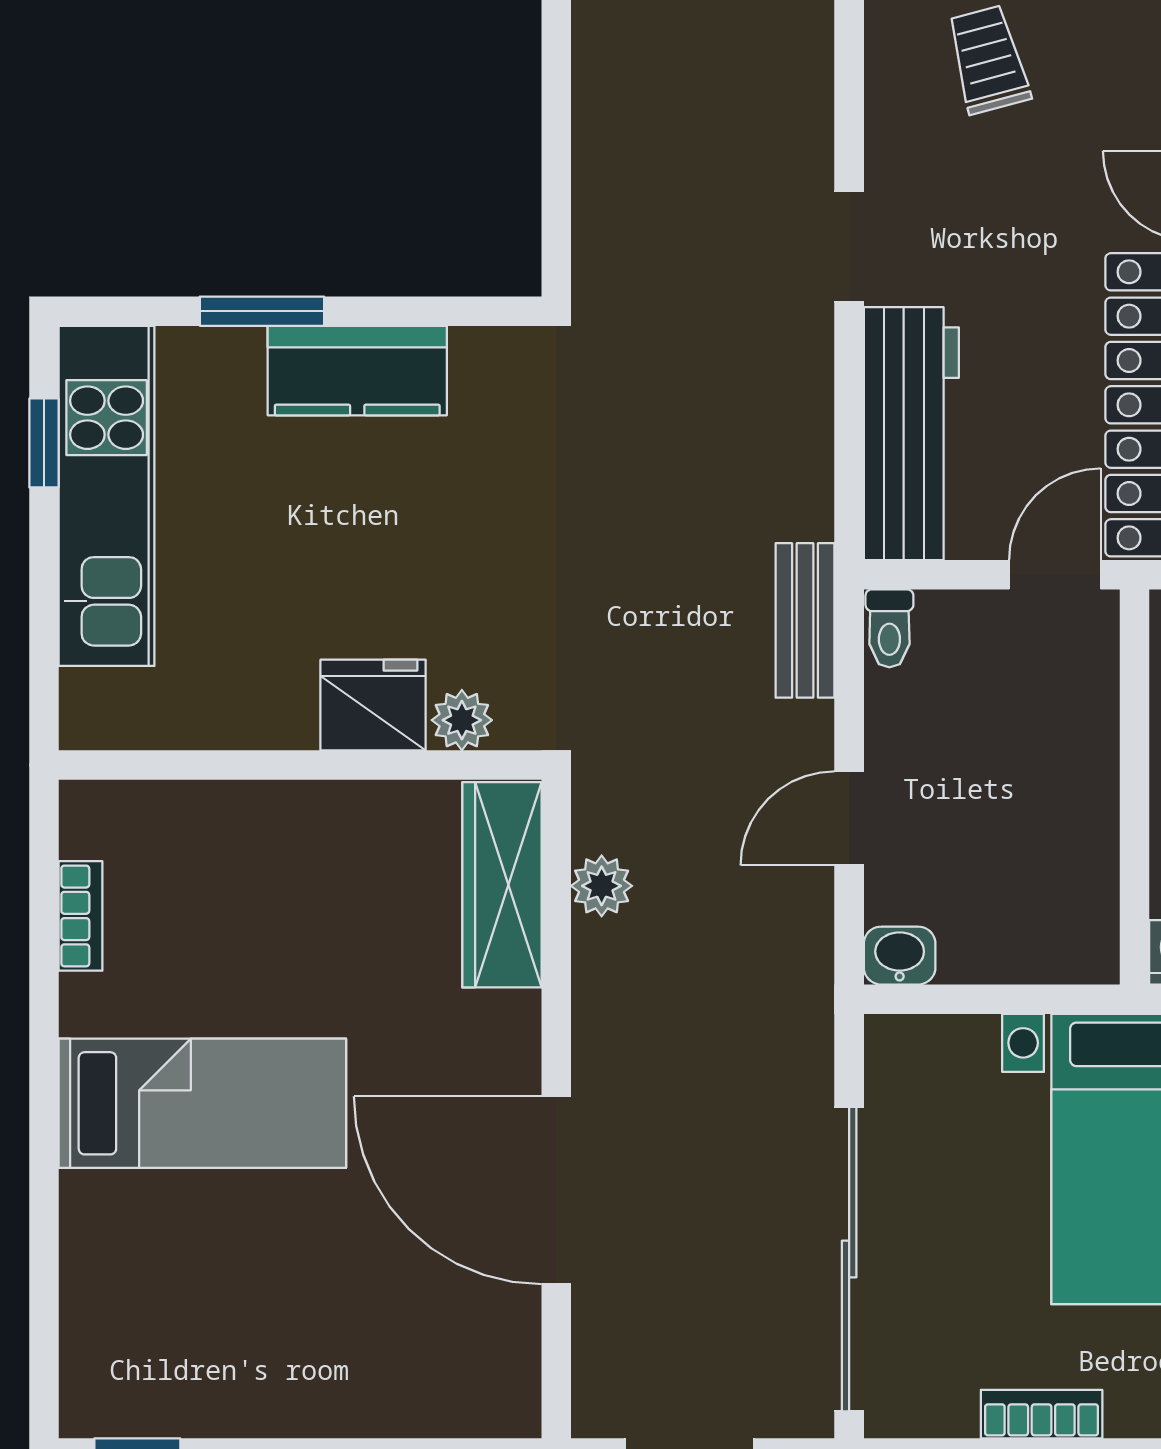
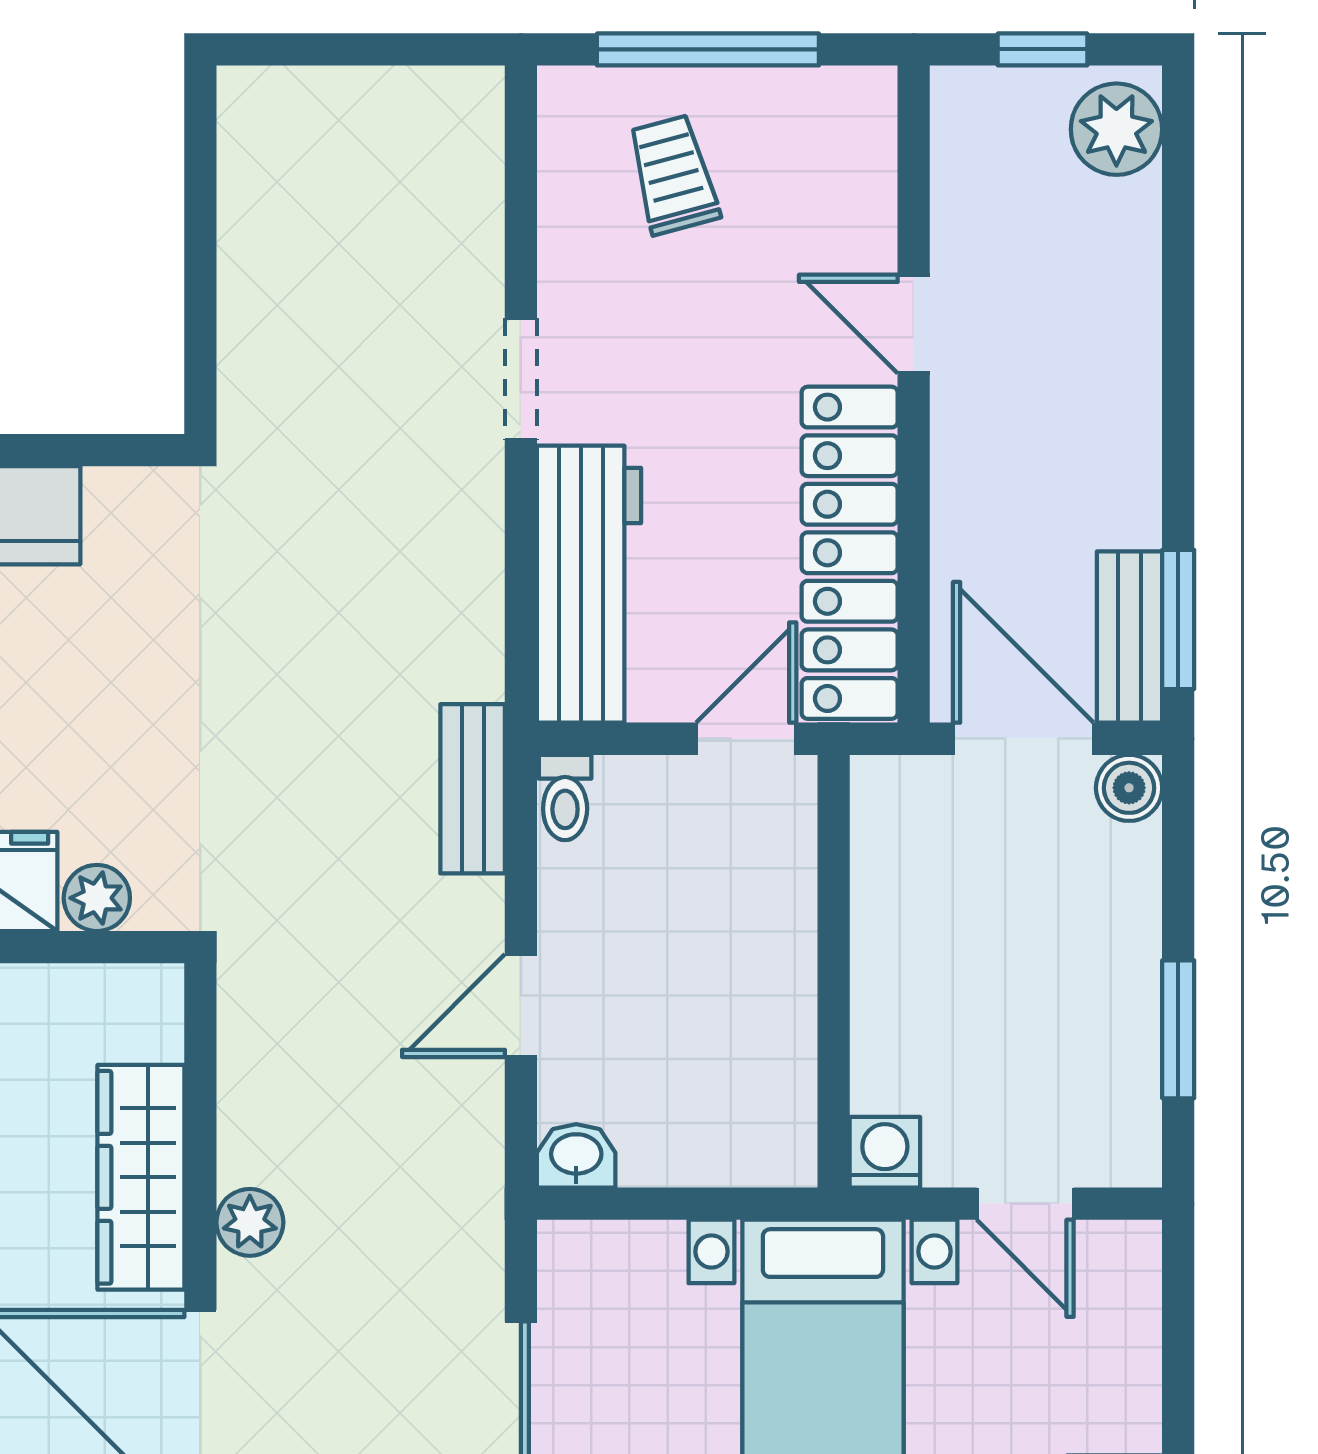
wardrobe: (502, 885) -> (141, 1177), moved
plant: (602, 886) -> (250, 1222), moved

